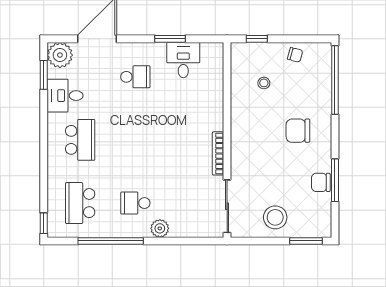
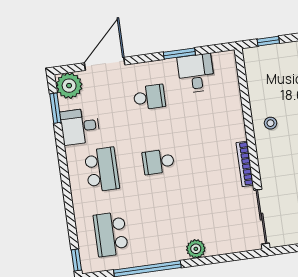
stool: (264, 83) -> (270, 123), moved
school desk: (135, 203) -> (158, 162), moved

